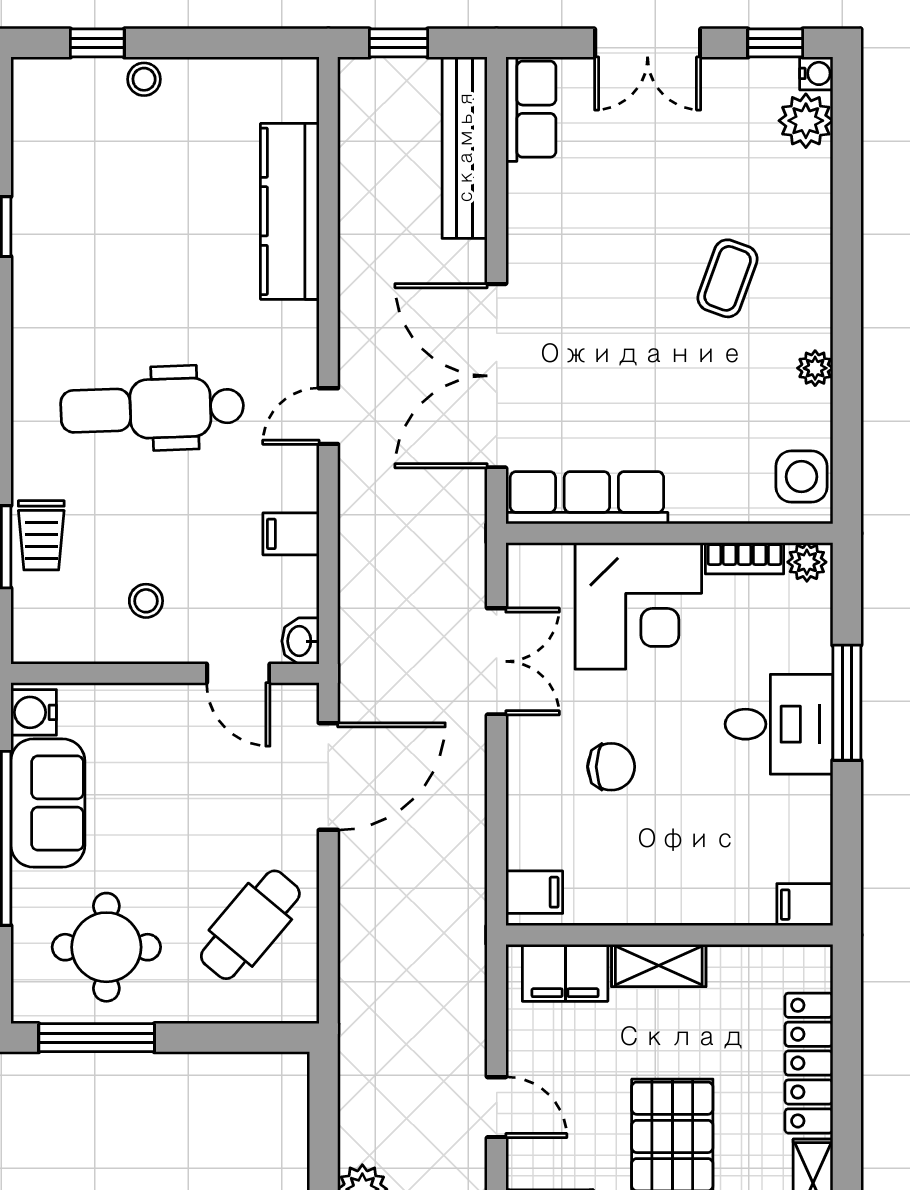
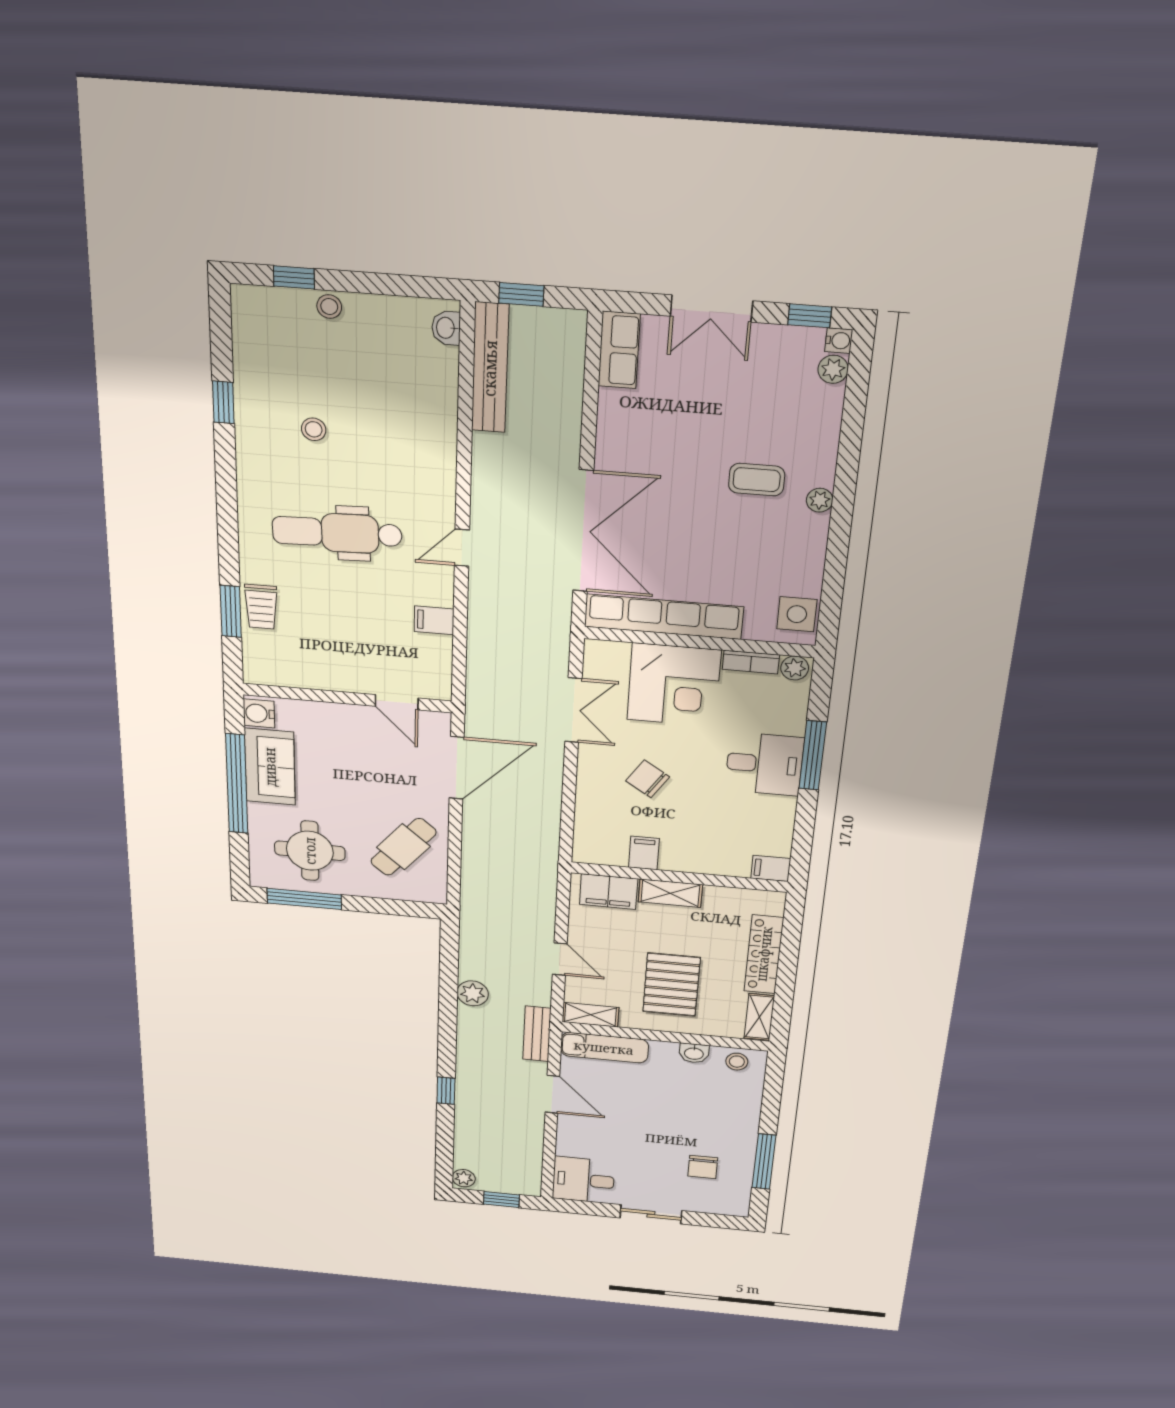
plant: (806, 121) -> (833, 369), width x0.73, depth x0.73
bench: (465, 148) -> (490, 368), moved
kitchen counter: (290, 211) -> (437, 408), removed
coffee table: (728, 278) -> (757, 480), turned 70
plant: (815, 368) -> (820, 500), moved
double door: (497, 376) -> (583, 531), swing flipped
row of seats: (587, 498) -> (664, 617), width x1.36
stool: (146, 601) -> (314, 429), moved
washbasin: (300, 641) -> (446, 328), moved
chair: (611, 767) -> (648, 779), turned -147
filing cabinet: (534, 892) -> (644, 853), moved, turned -90

